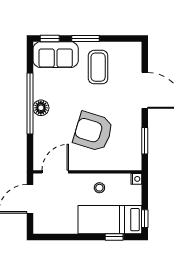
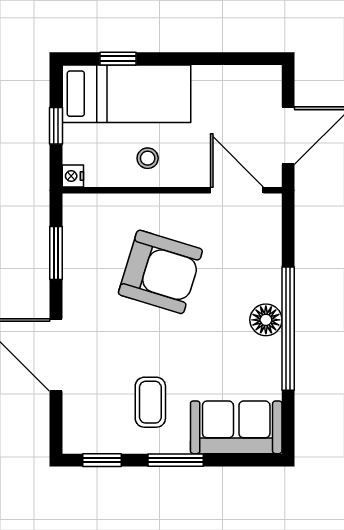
window: (50, 38) -> (102, 460), moved
coffee table: (98, 67) -> (150, 402), width x0.73, depth x0.77
door: (55, 172) -> (237, 190), swing flipped
window: (145, 219) -> (56, 126), moved

